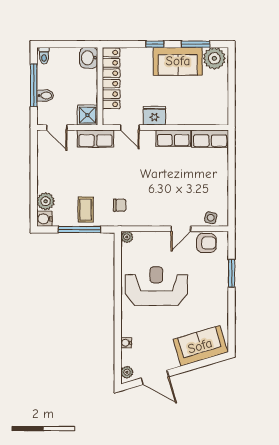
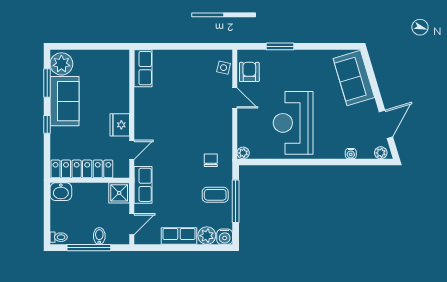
row of seats: (173, 138) -> (179, 236), moved, turned -90

